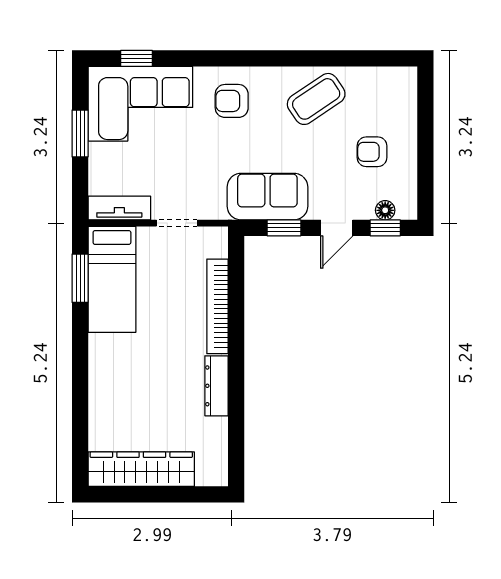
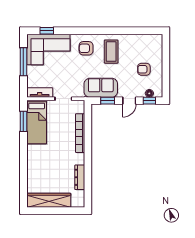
coffee table: (316, 99) -> (111, 52), moved, turned -56
window: (80, 133) -> (23, 62), width x1.44
dresser: (217, 386) -> (80, 177), moved

